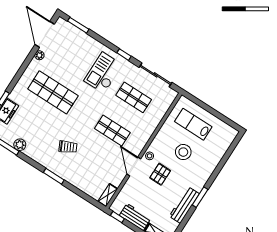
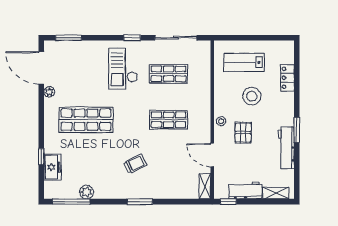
locker: (217, 155) -> (287, 78), added
door: (134, 166) -> (212, 155), moved

